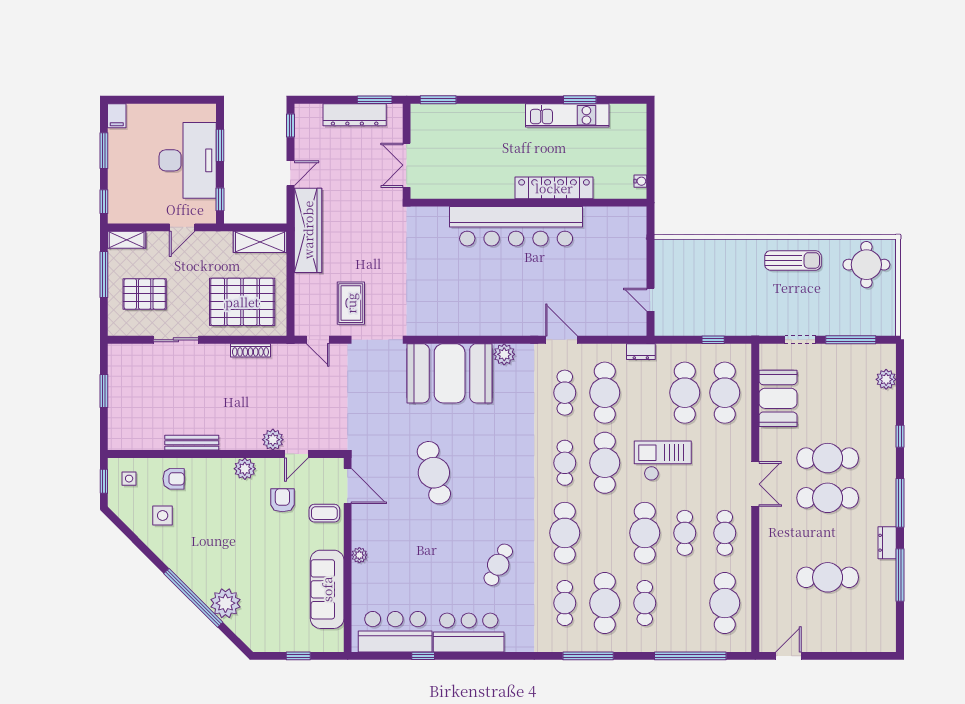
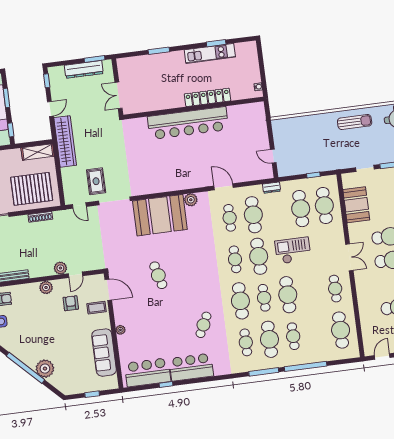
window: (438, 100) -> (159, 51), moved
cafe table: (434, 473) -> (158, 275), width x0.73, depth x0.74
cafe table: (685, 533) -> (264, 298), moved
window: (690, 656) -> (306, 366), moved

